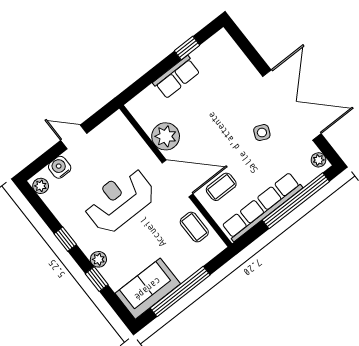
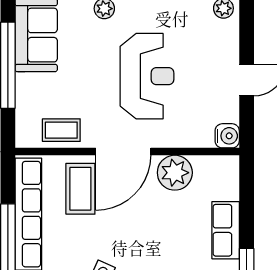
water cooler: (60, 167) -> (227, 136), moved
coffee table: (221, 187) -> (80, 189), width x1.36, depth x1.30

